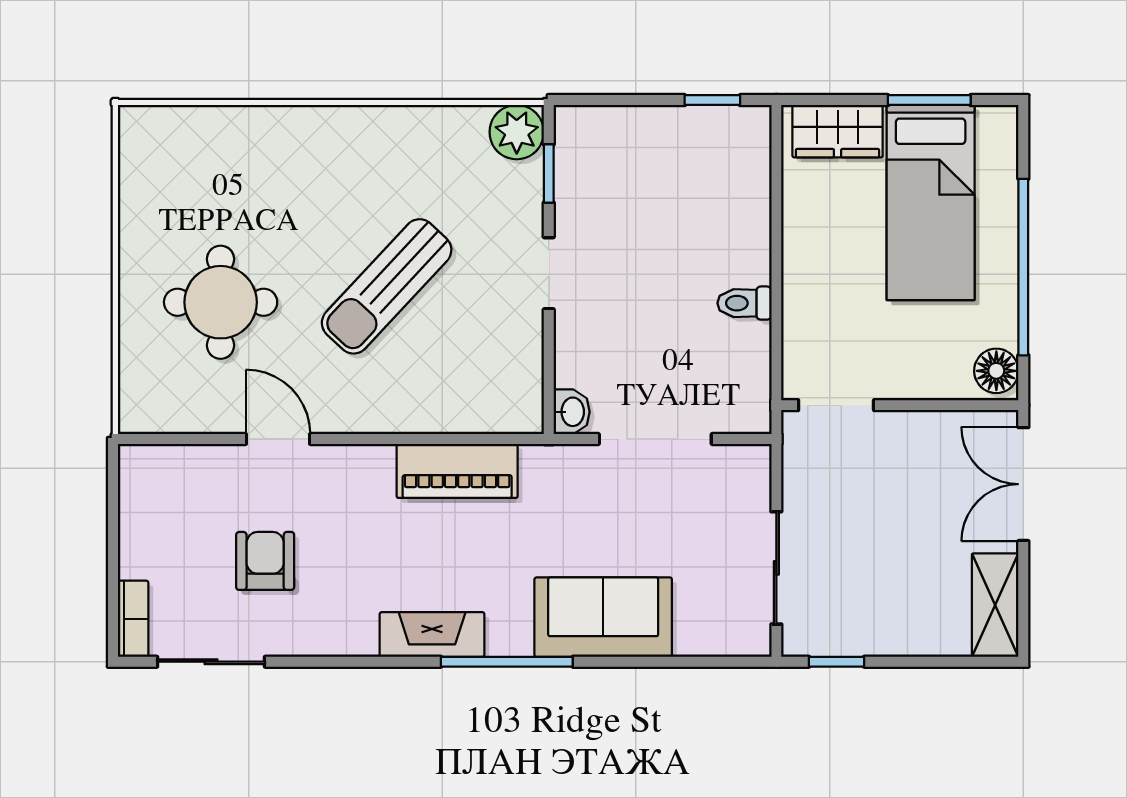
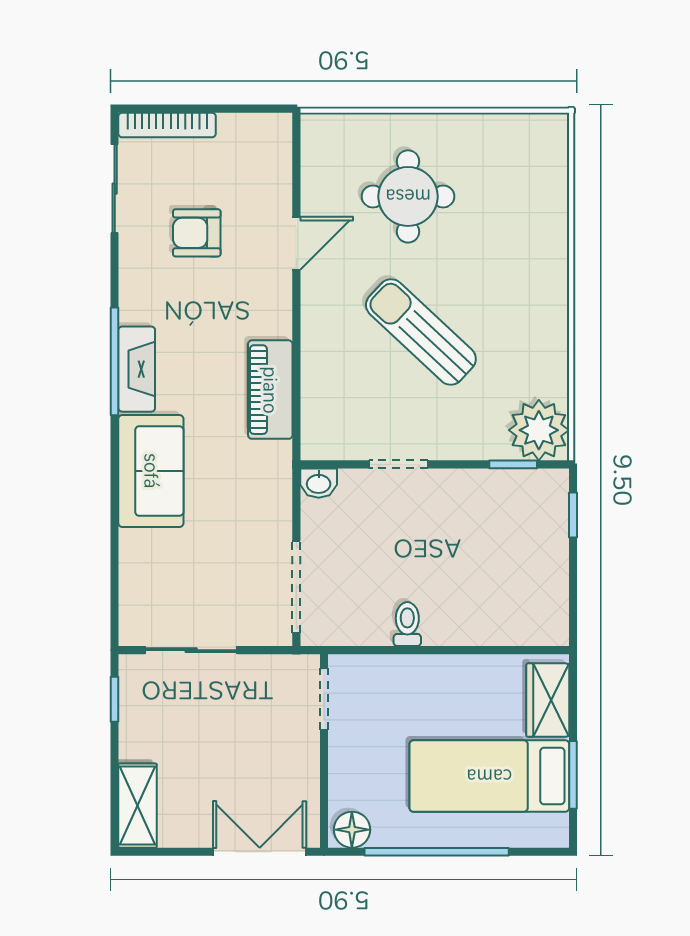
window: (712, 100) -> (573, 515), moved
plant: (517, 132) -> (539, 430), width x1.36, depth x1.36
doorway: (549, 273) -> (398, 464), moved
doorway: (655, 439) -> (296, 587), moved
armchair: (265, 561) -> (197, 233), turned 180
shelving: (995, 605) -> (137, 806), moved, turned 90
sofa: (603, 617) -> (151, 471), moved
bookcase: (133, 619) -> (167, 125), width x1.56
window: (507, 662) -> (115, 361), moved

